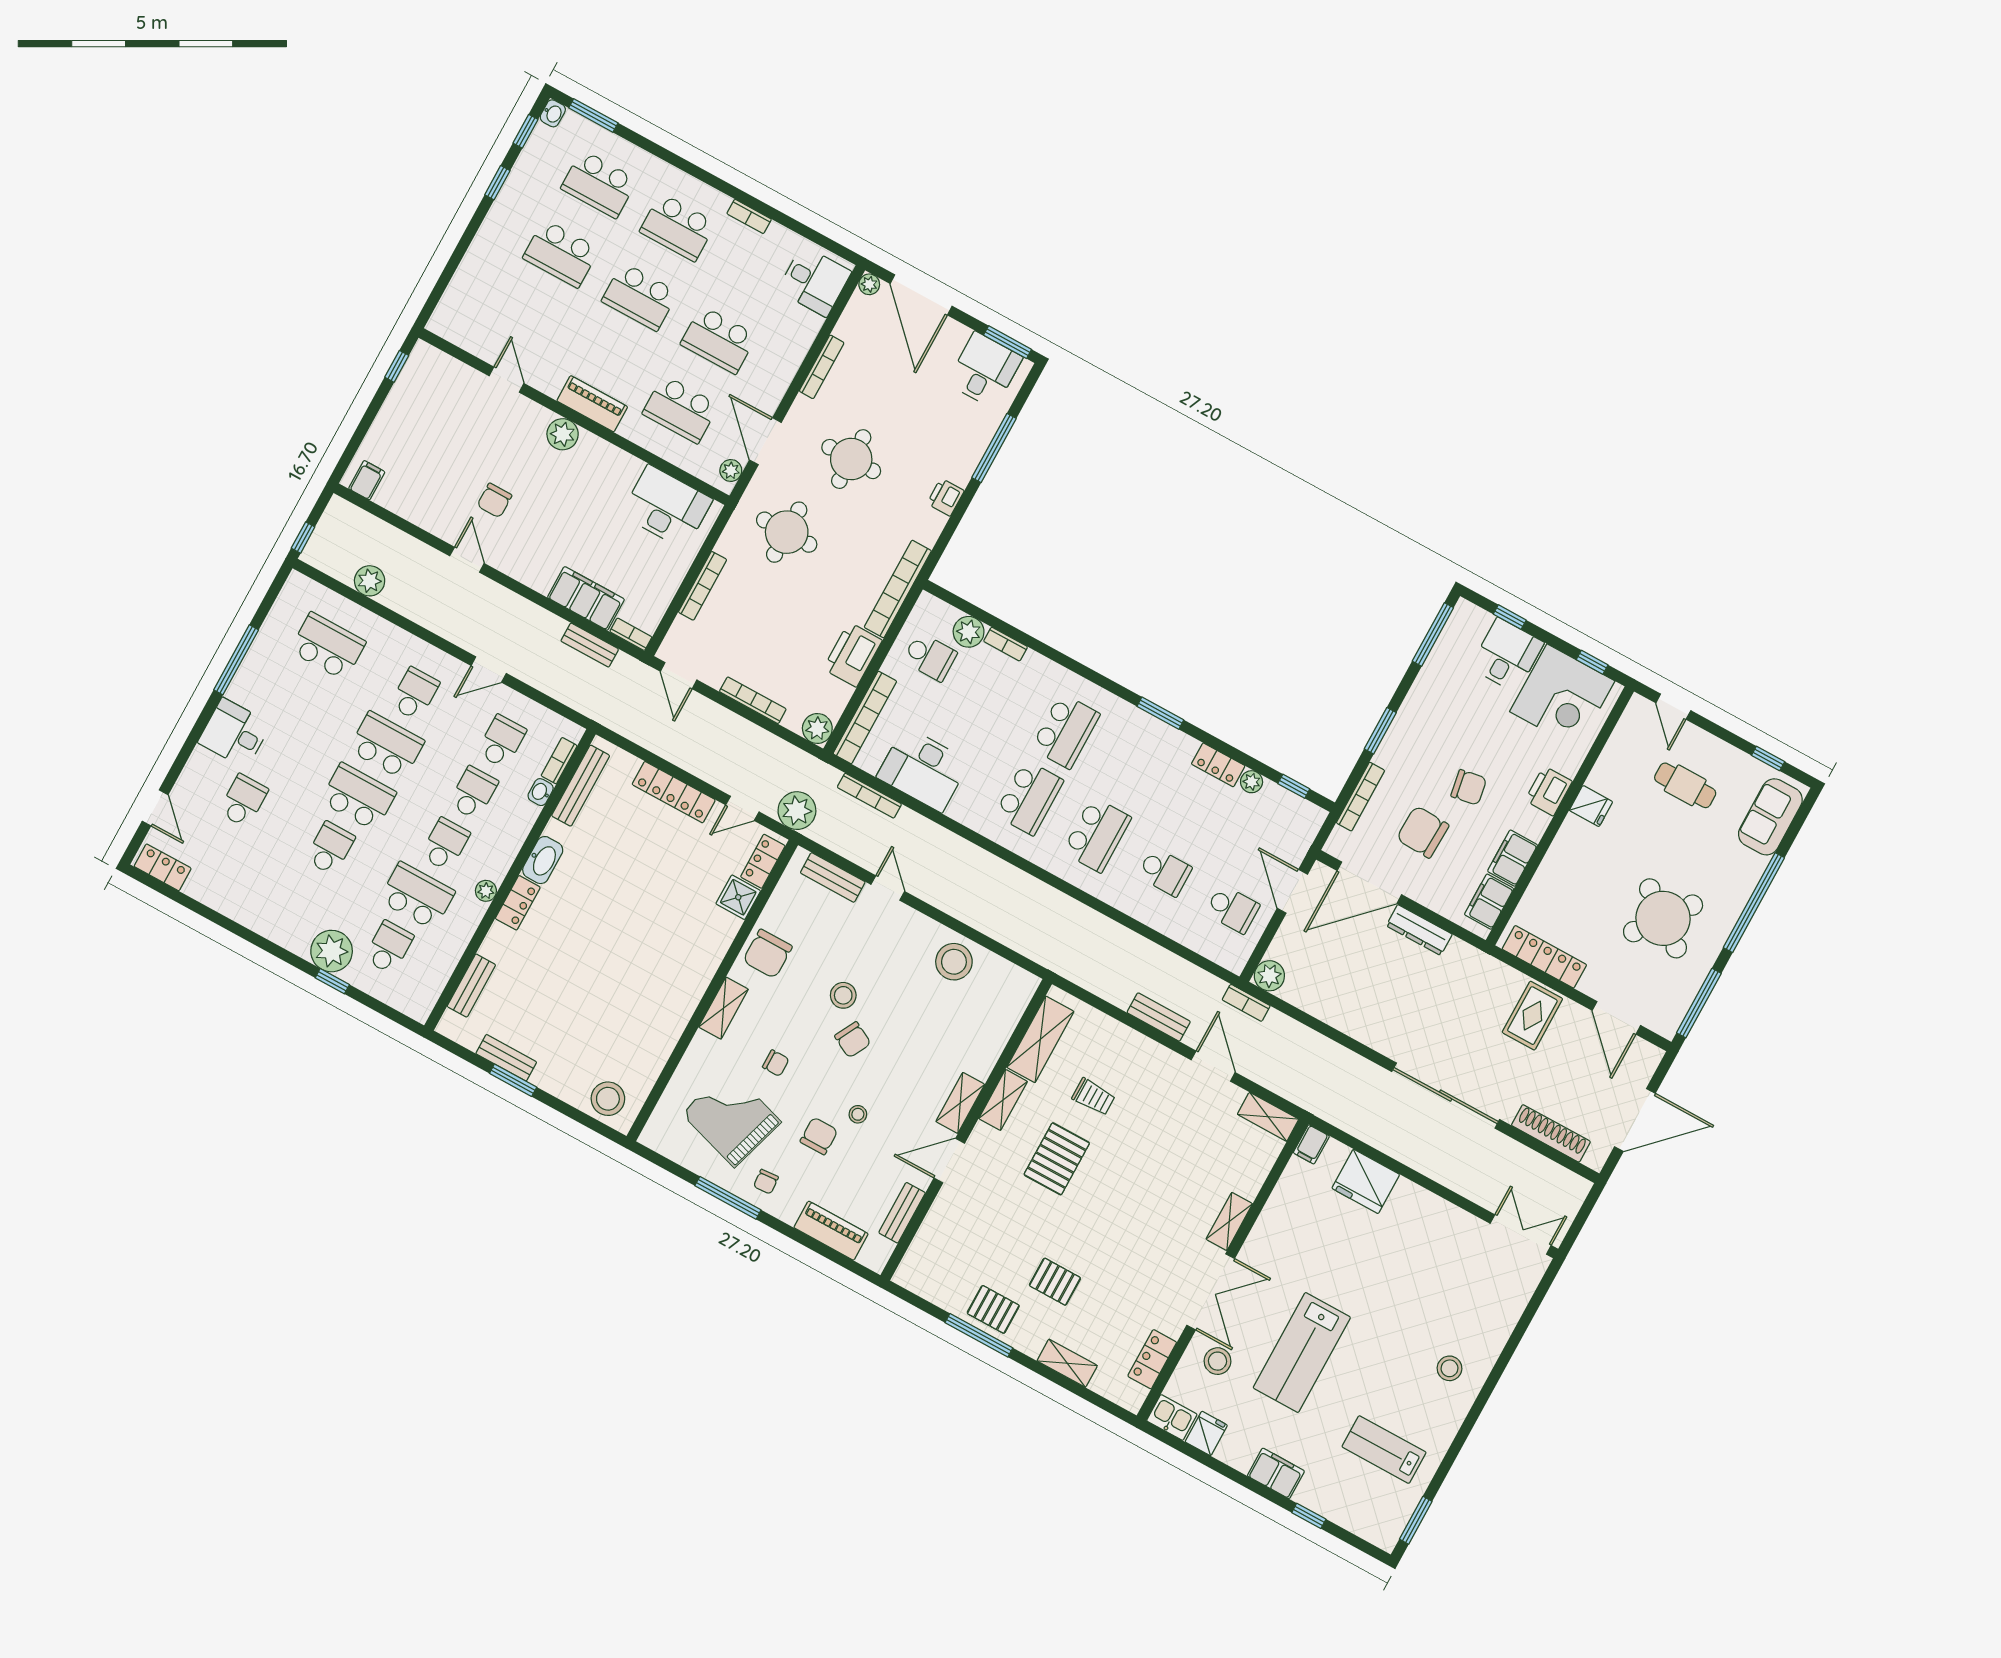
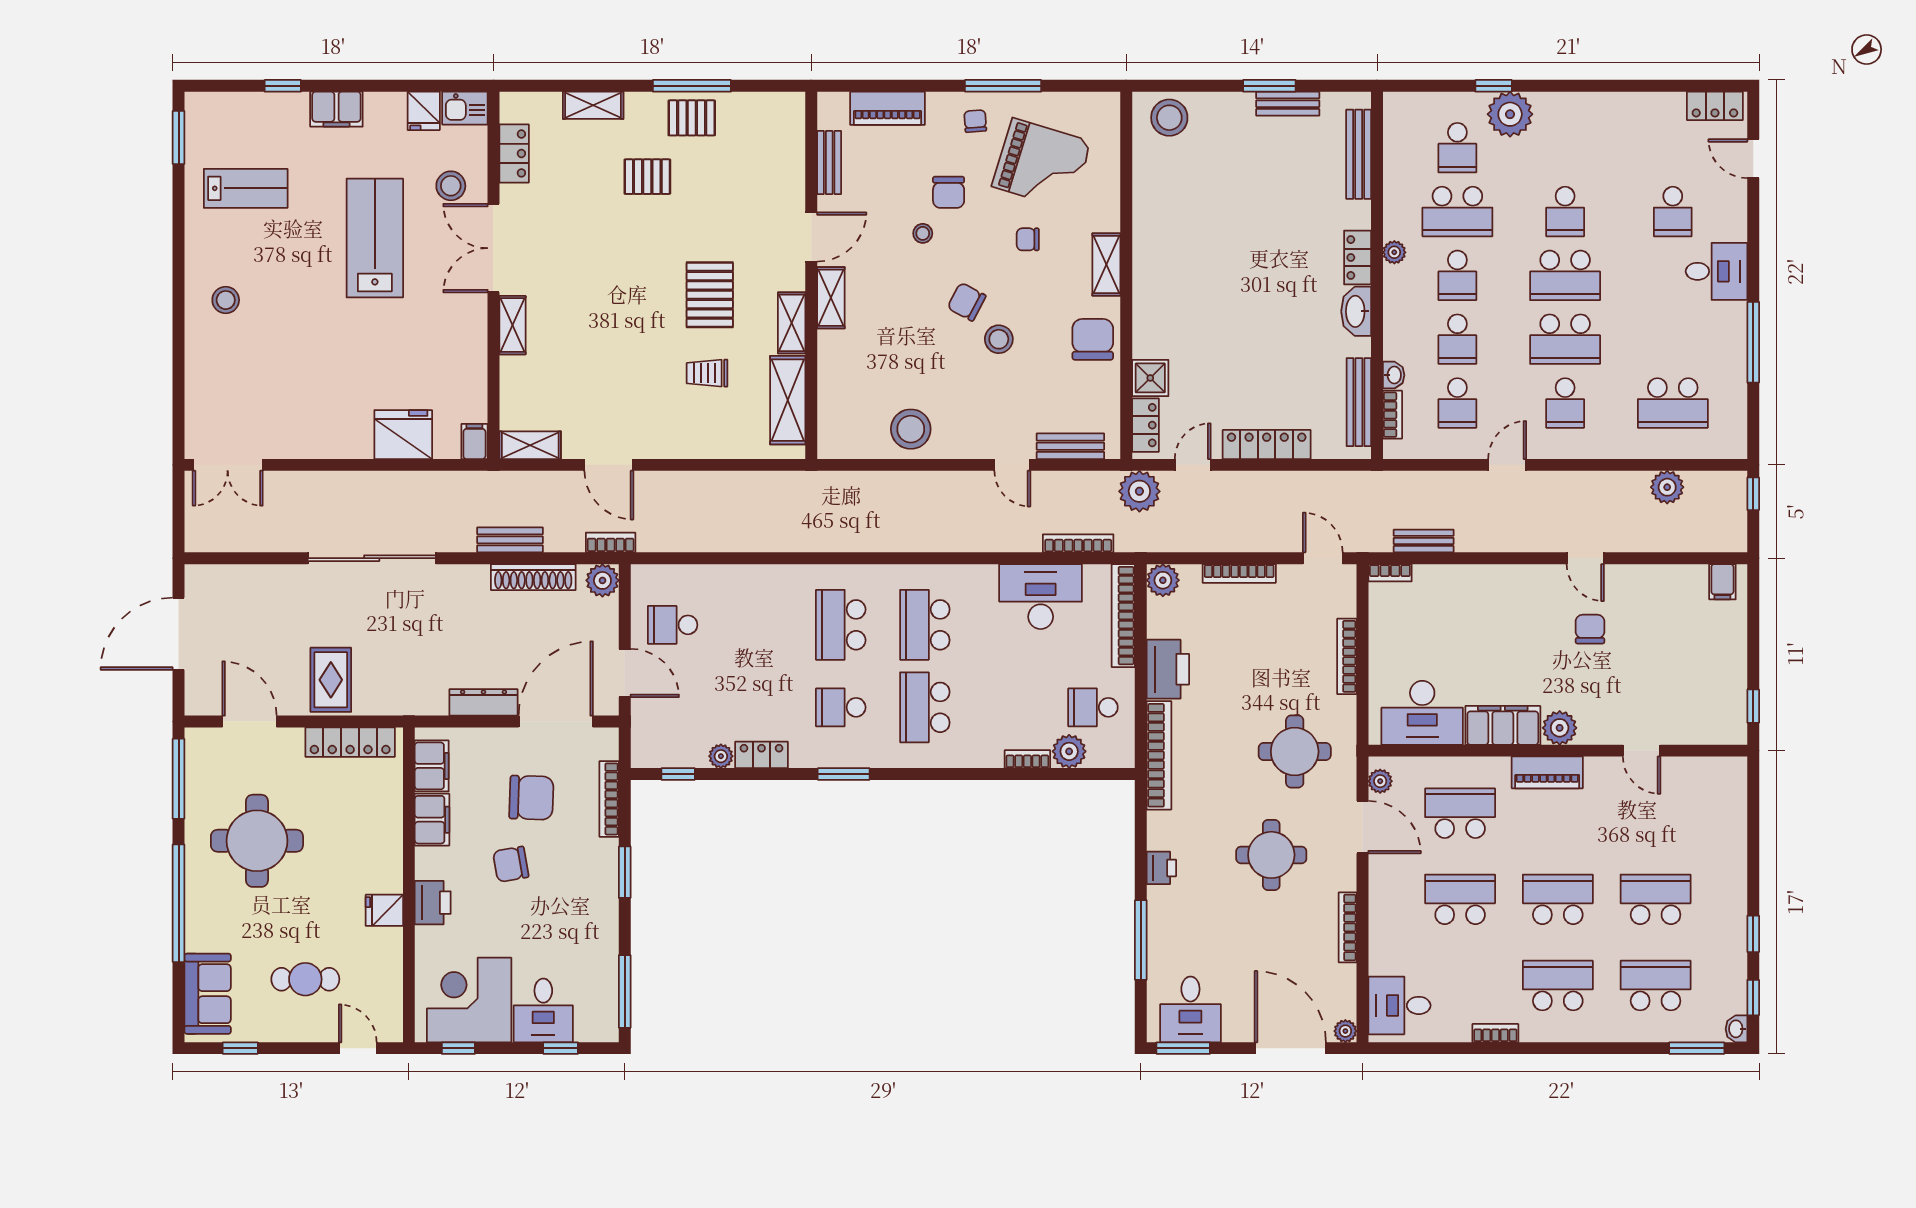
filing cabinet: (586, 598) -> (1503, 725), moved, turned 180
school desk: (1165, 872) -> (841, 707), moved
round table: (1663, 918) -> (257, 841), turned -37
bench: (471, 986) -> (1359, 154), width x1.36
bench: (1159, 1017) -> (510, 540), moved
shoe rack: (1551, 1133) -> (533, 577), moved

